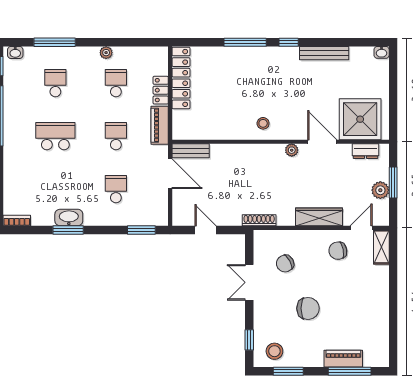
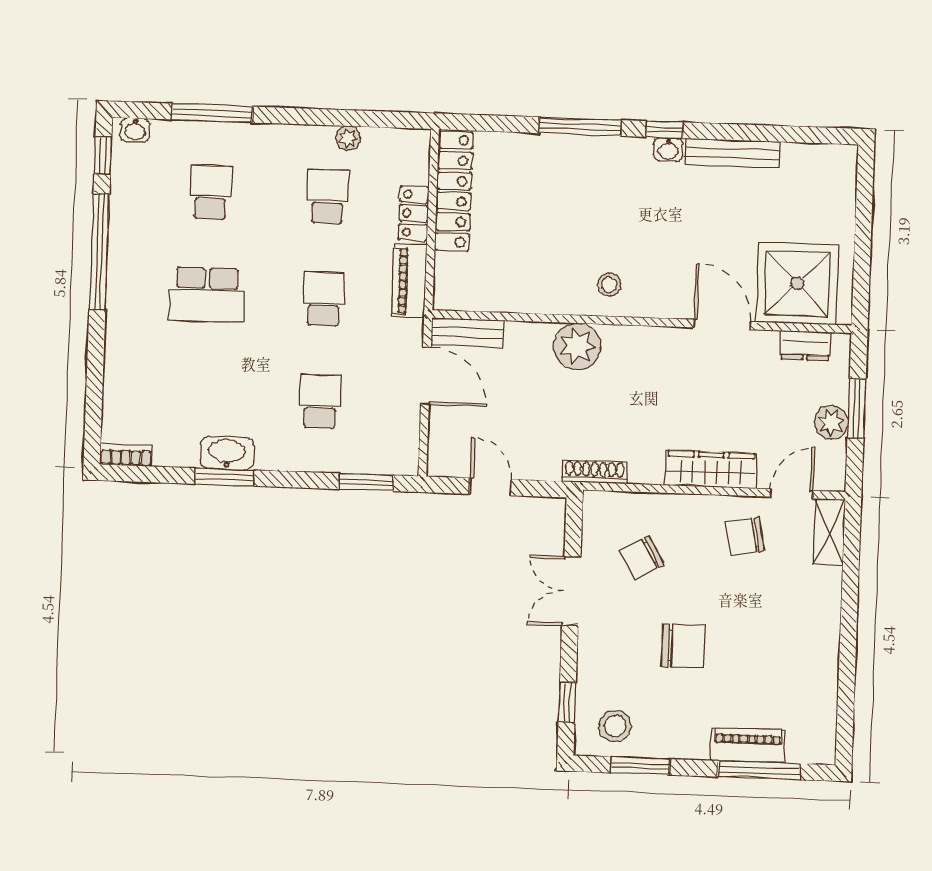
washbasin: (382, 52) -> (668, 149), moved
plant: (106, 53) -> (348, 138), moved
school desk: (55, 136) -> (207, 295), turned 180
plant: (292, 150) -> (577, 346), moved, width x1.87, depth x1.87

